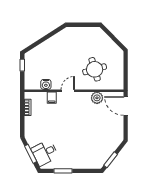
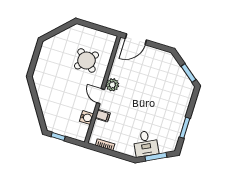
round table: (95, 69) -> (86, 60), turned -33
plant: (97, 98) -> (112, 85), moved
desk: (45, 153) -> (146, 144), moved

